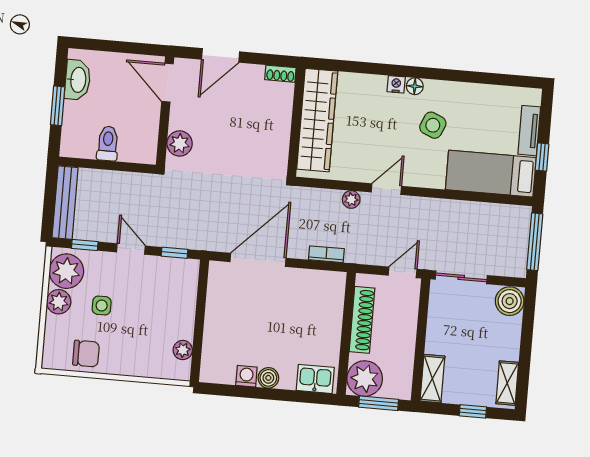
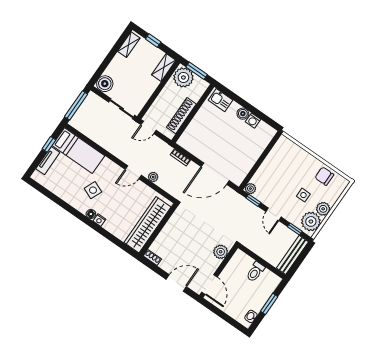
washbasin: (78, 80) -> (251, 316), width x0.52, depth x0.69
plant: (183, 350) -> (250, 189), moved
plant: (365, 379) -> (183, 77), moved

